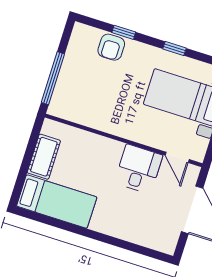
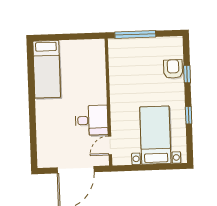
armchair: (111, 47) -> (173, 69), turned 90
cot: (44, 157) -> (76, 48), removed

